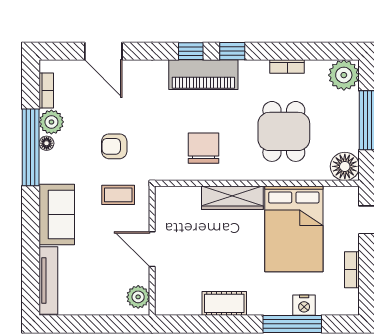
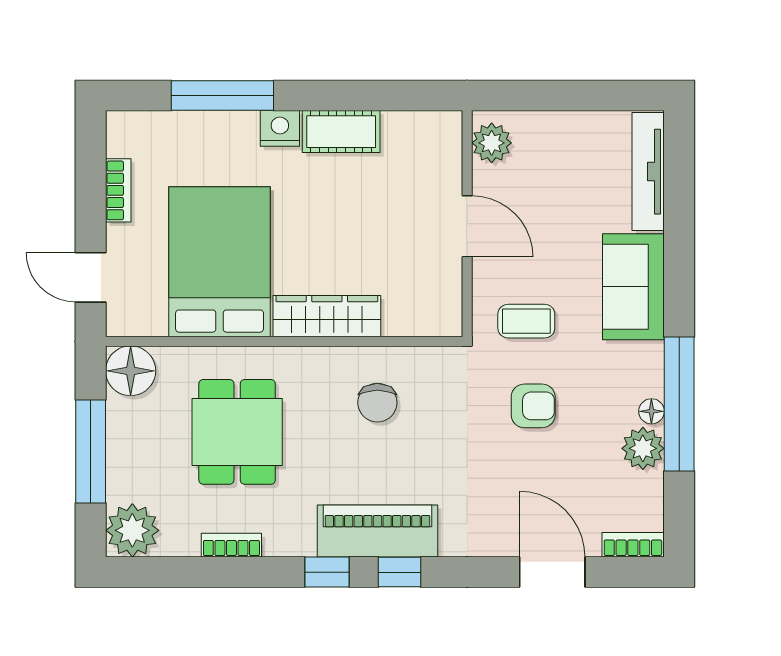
bookcase: (46, 90) -> (633, 545), moved, turned 90
chair: (203, 148) -> (377, 403), width x0.73, depth x0.73
nightstand: (304, 305) -> (280, 128), moved

